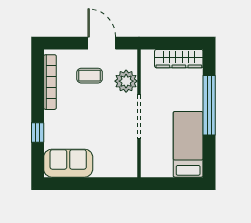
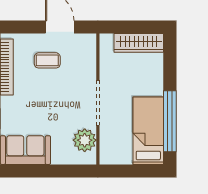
plant: (126, 81) -> (85, 140), moved
window: (209, 105) -> (170, 121), moved

